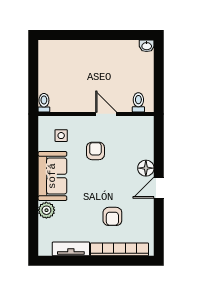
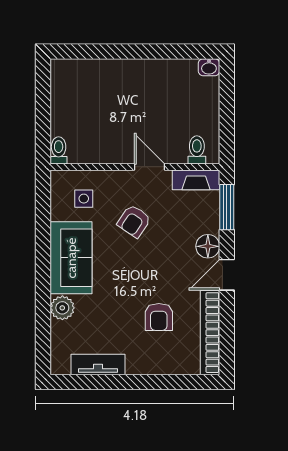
fireplace: (138, 123) -> (196, 180), added
window: (159, 141) -> (227, 207), added
armchair: (95, 151) -> (134, 221), turned -146
bookcase: (119, 249) -> (210, 333), moved, turned -90

